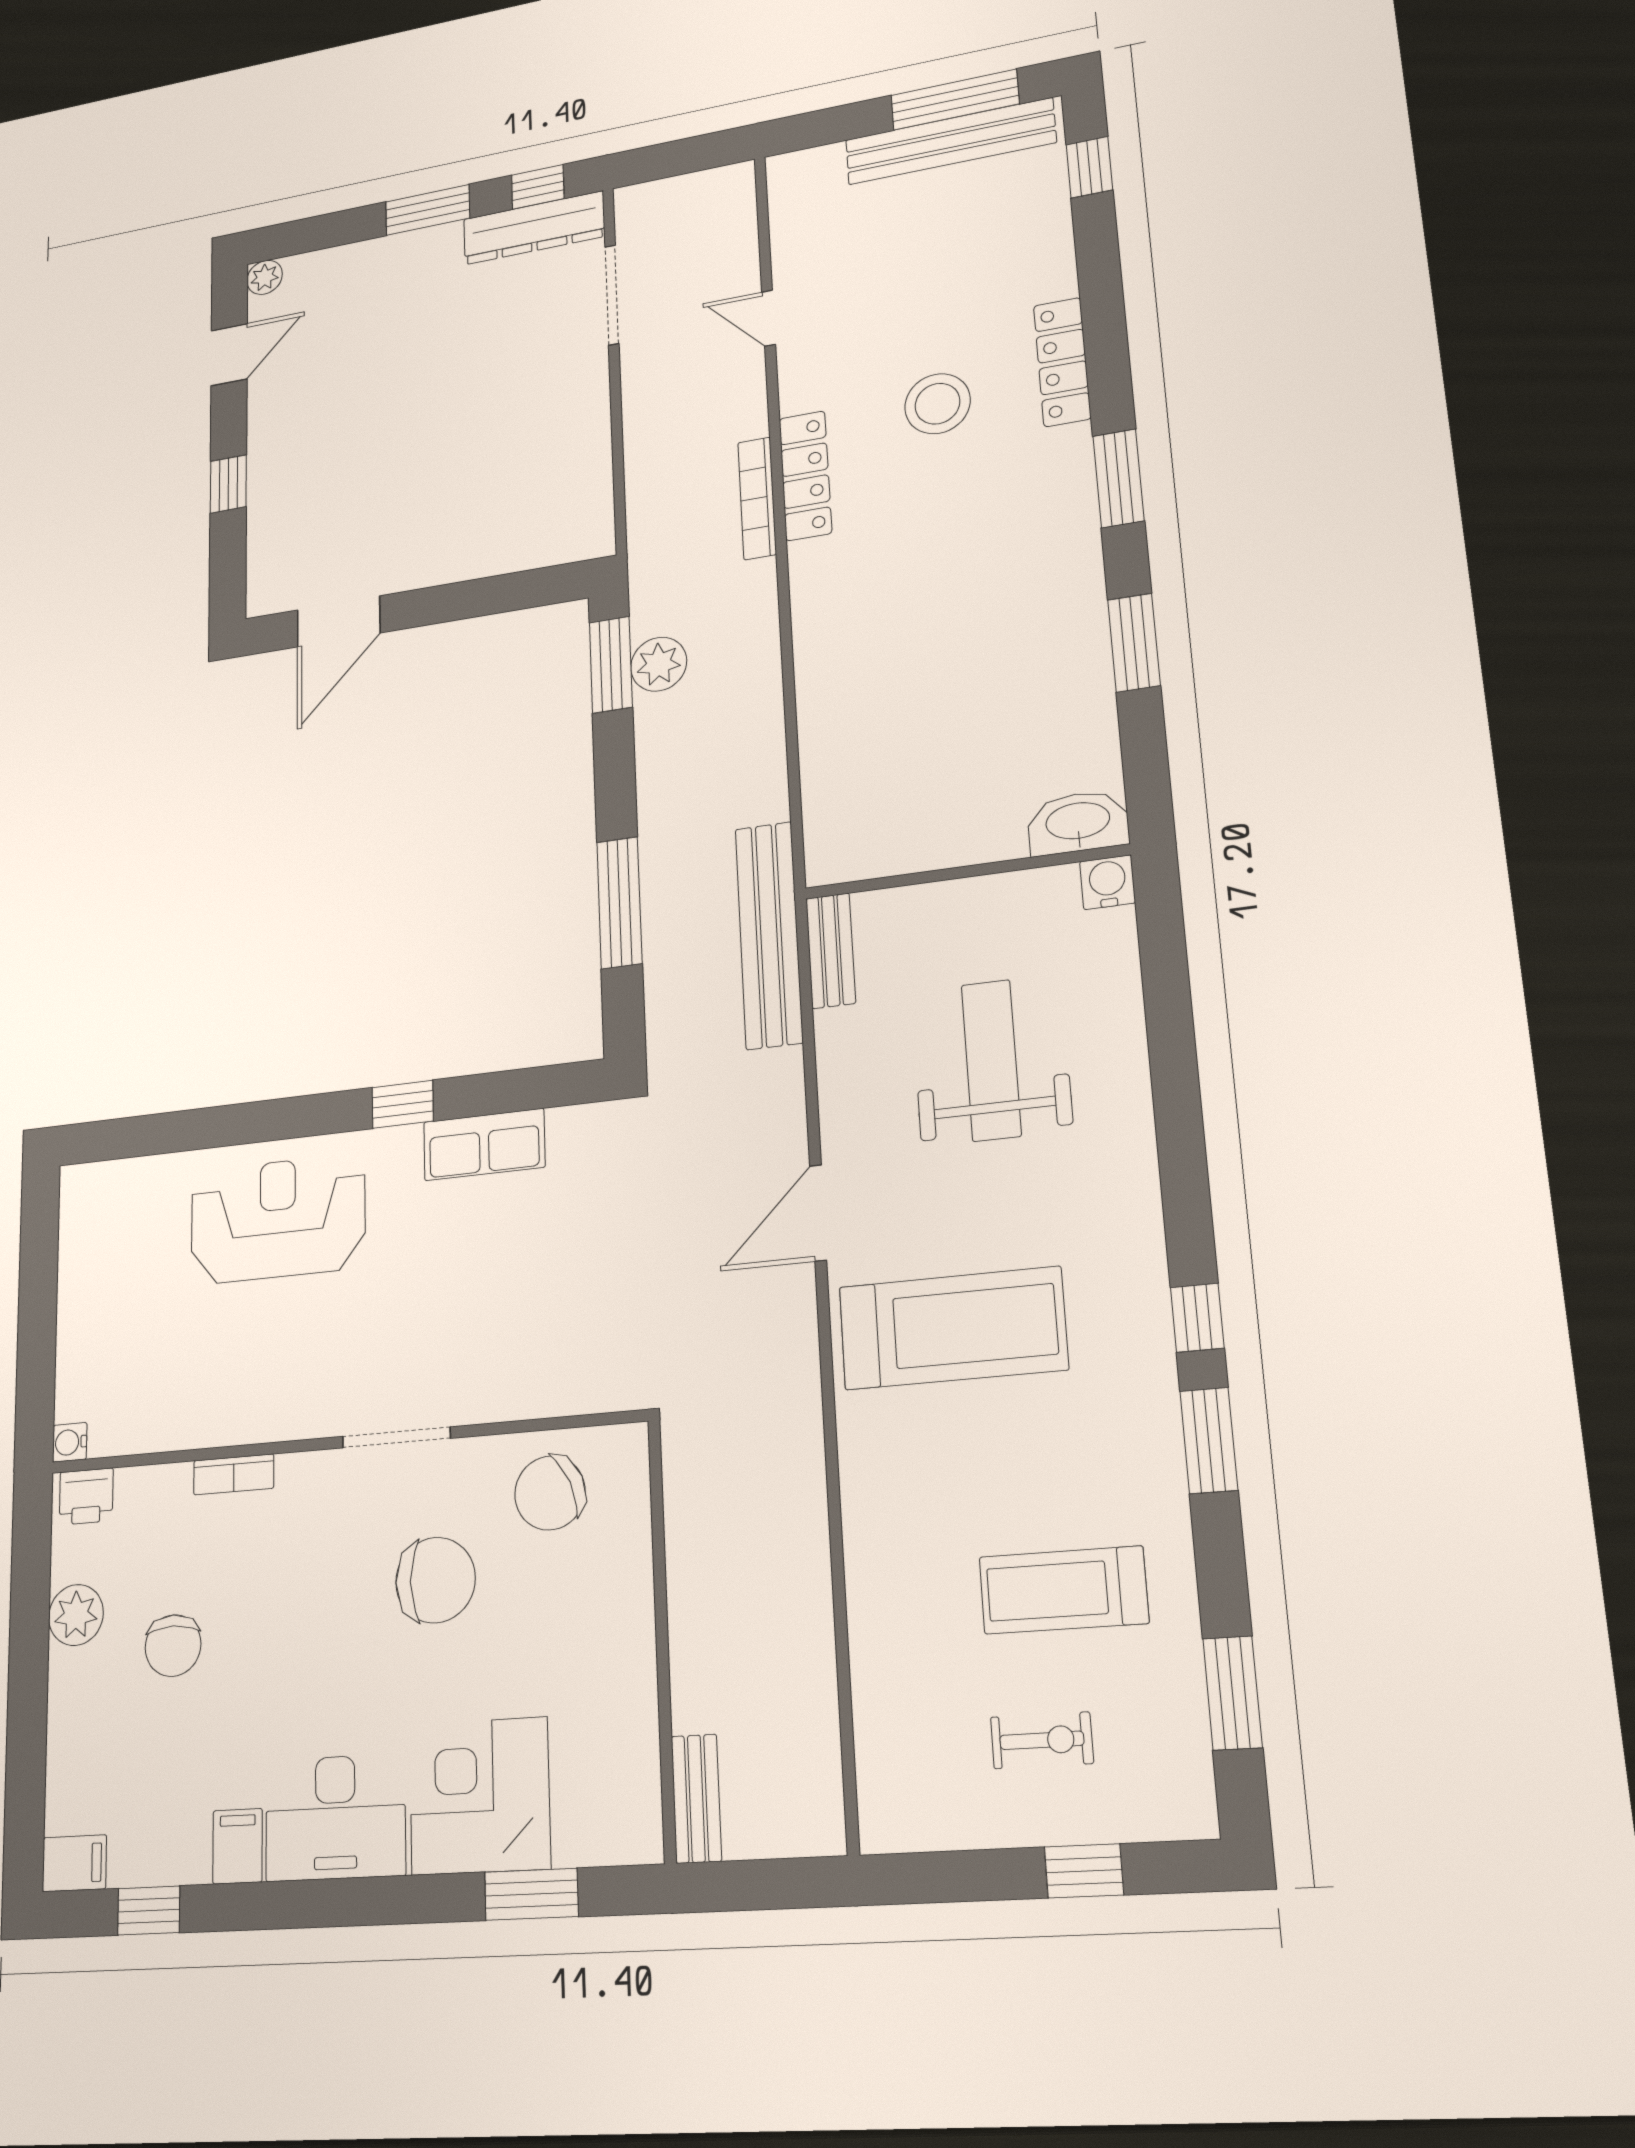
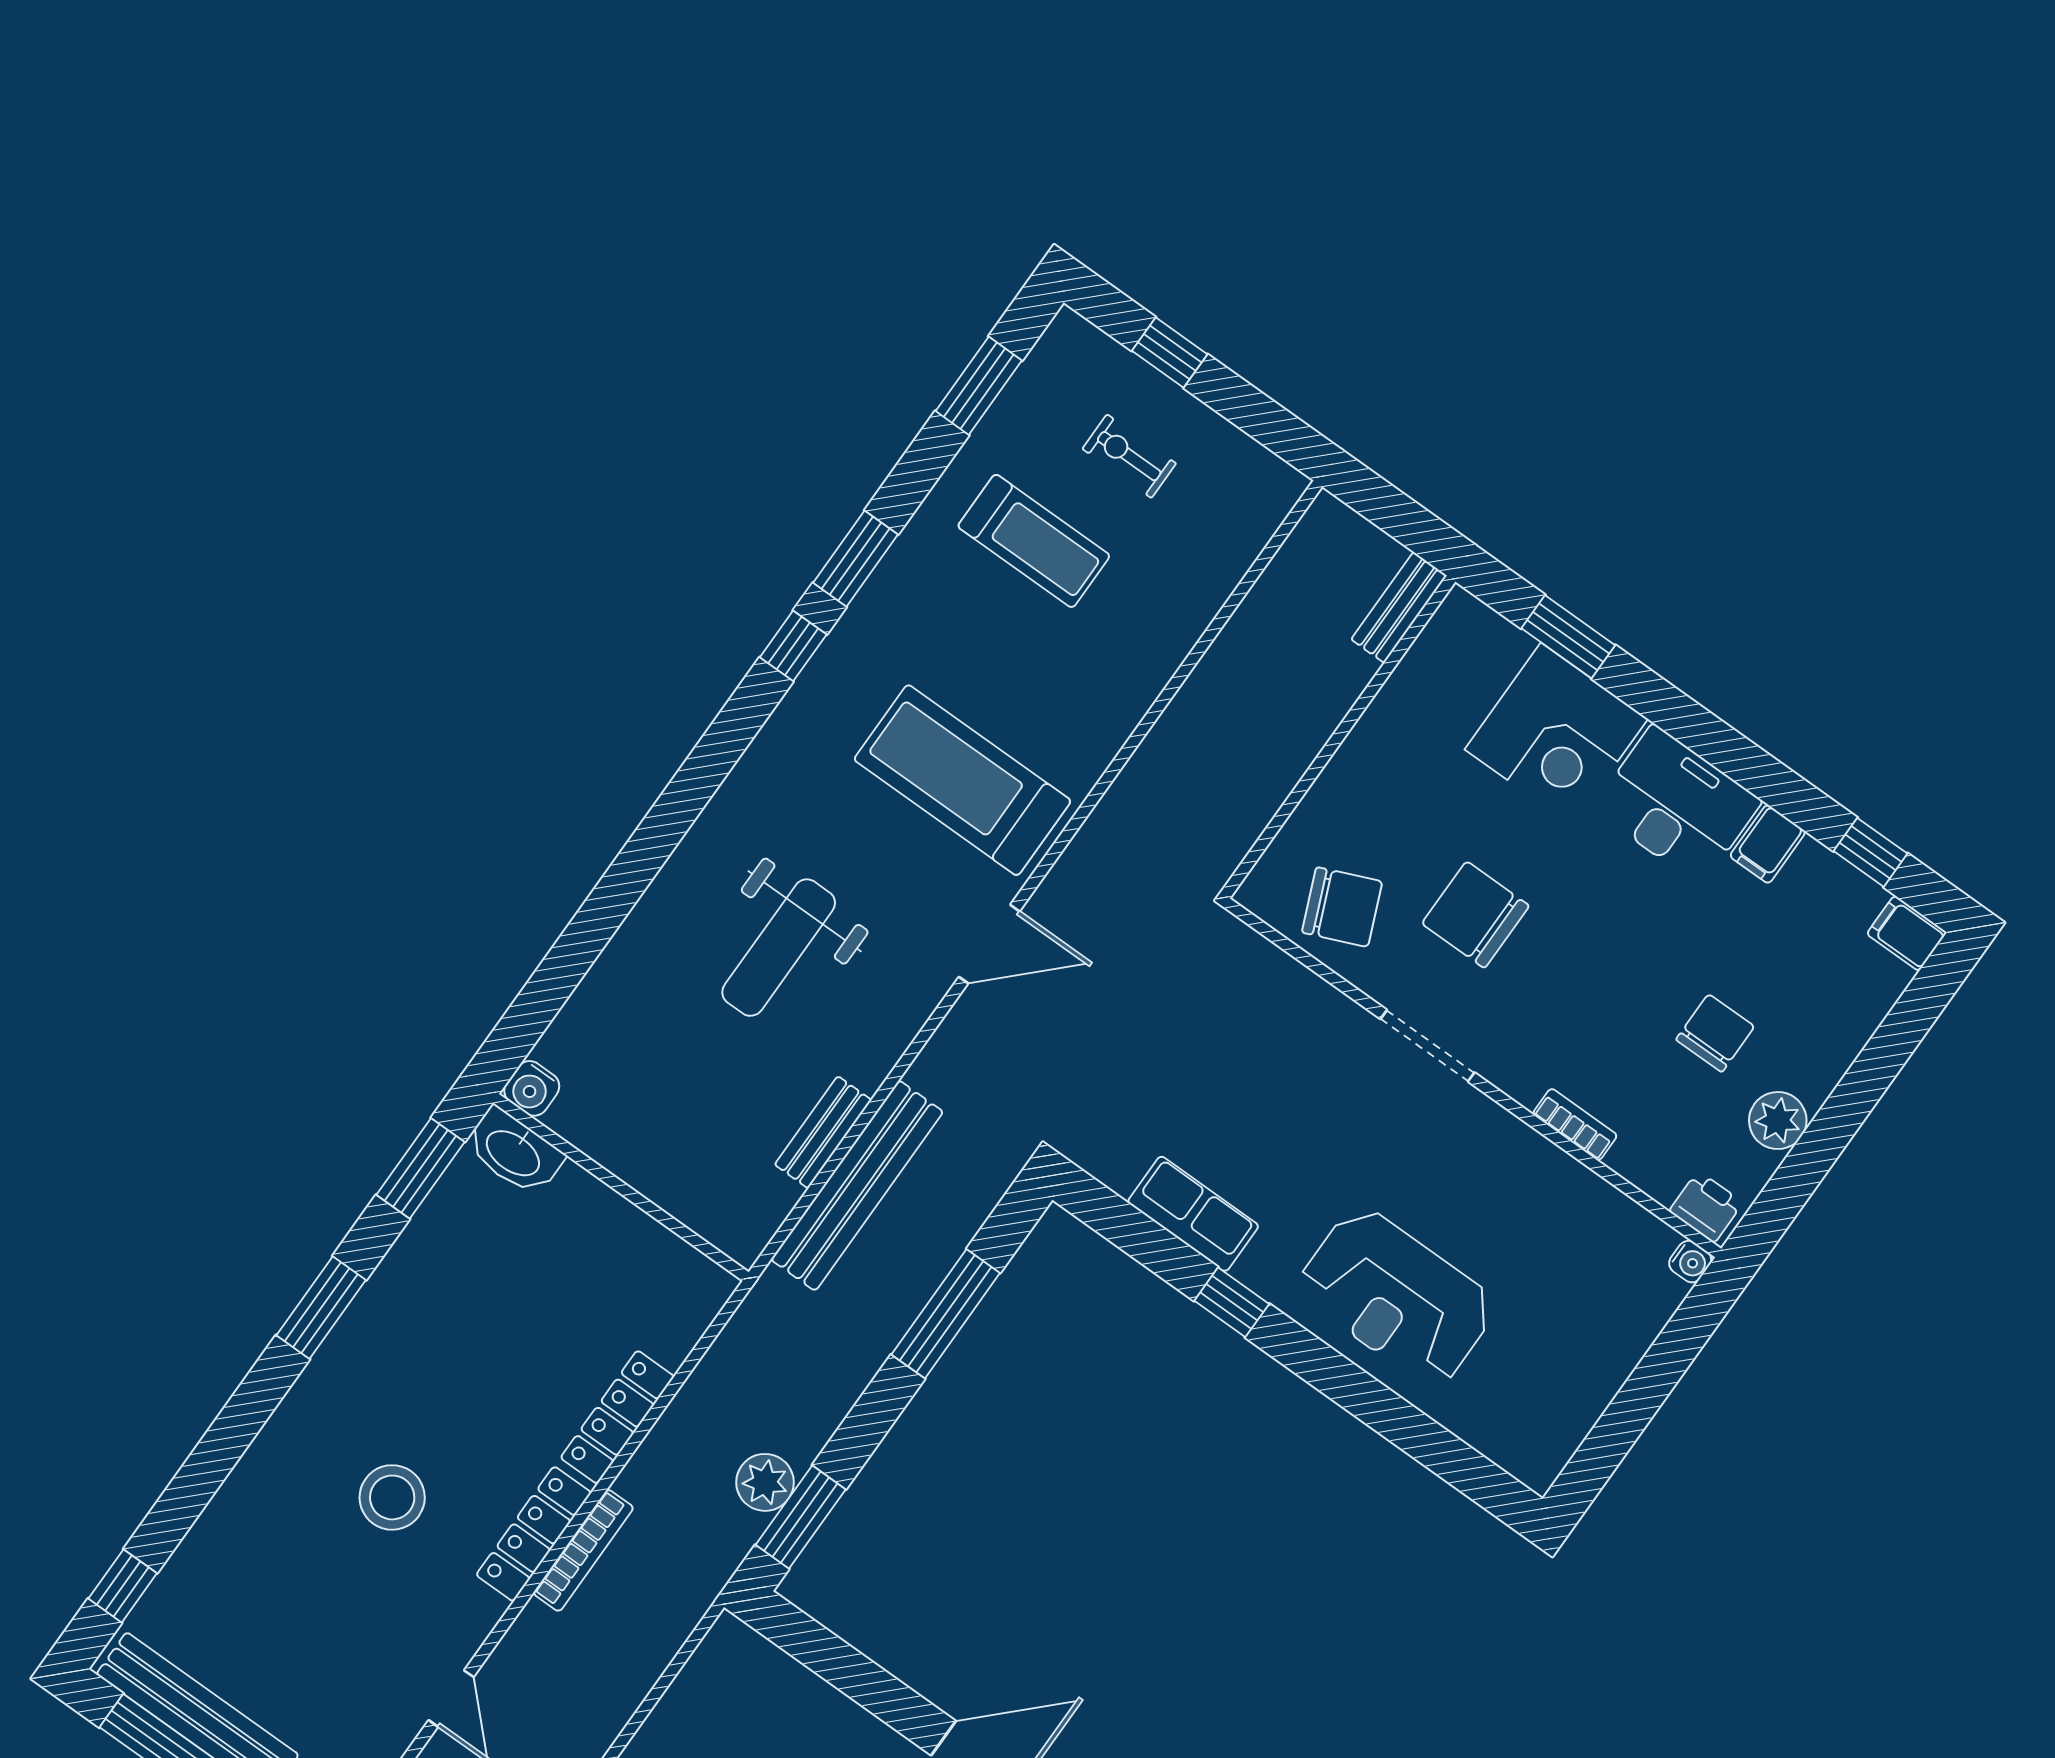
locker: (1062, 362) -> (617, 1417), moved, turned 180
washbasin: (1078, 822) -> (514, 1152), moved
wall: (966, 872) -> (621, 1187), moved
water cooler: (1108, 882) -> (532, 1088), moved

